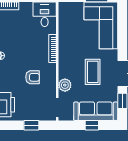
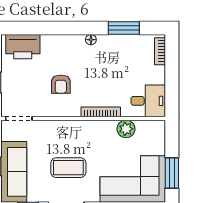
plant: (65, 85) -> (126, 129), moved

